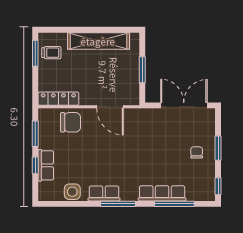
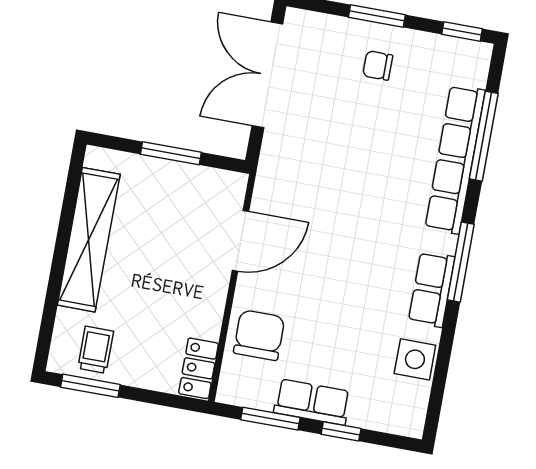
locker: (58, 99) -> (199, 368), width x0.66
row of seats: (46, 165) -> (312, 402), moved
row of seats: (162, 193) -> (455, 159), width x1.36

